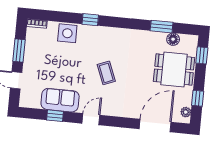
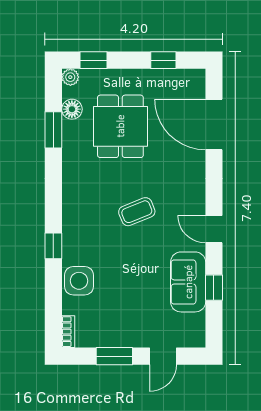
dining table: (174, 69) -> (120, 126), moved
plant: (186, 112) -> (70, 77), moved

